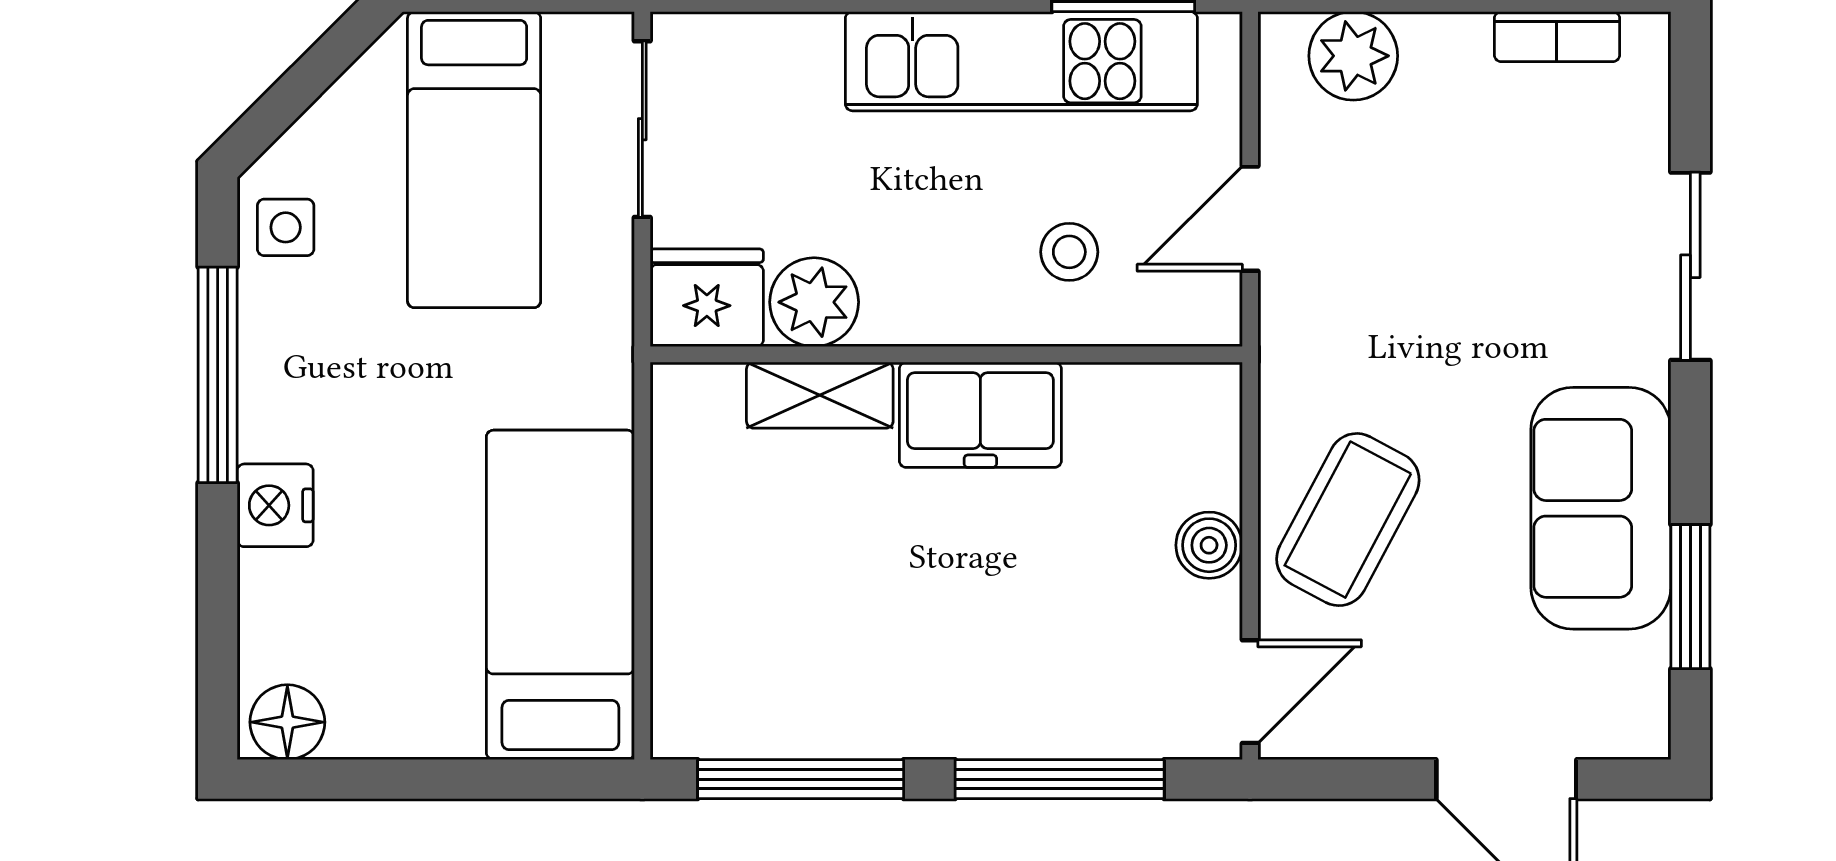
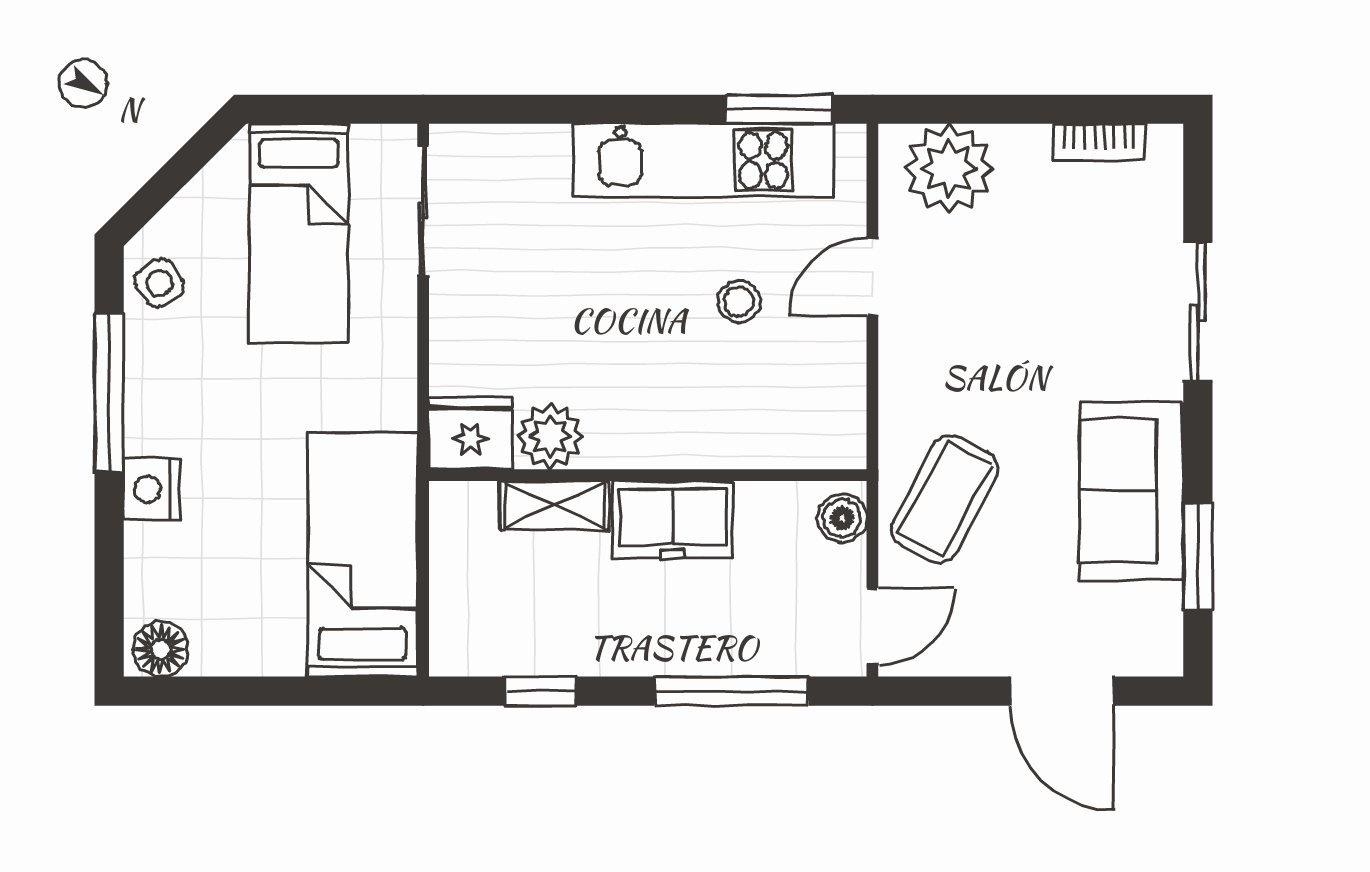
plant: (1353, 56) -> (949, 168), width x1.36, depth x1.36
side table: (286, 227) -> (159, 283), turned -33
fridge: (707, 298) -> (471, 433), moved
plant: (814, 302) -> (550, 436), moved
wall: (946, 354) -> (648, 475), moved
shelving: (820, 395) -> (554, 505), moved
freezer: (980, 415) -> (673, 520), moved
window: (801, 779) -> (540, 691), width x0.46

